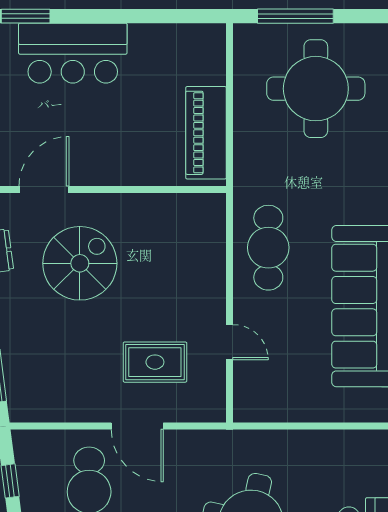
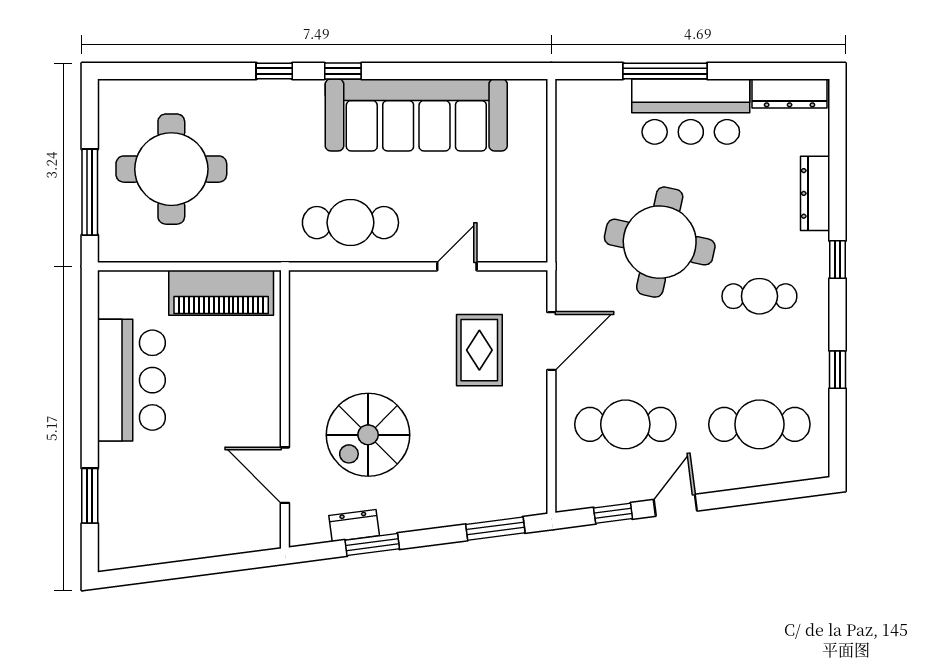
bar counter: (73, 53) -> (131, 380), moved
spiral stairs: (80, 263) -> (368, 435), turned -90
door: (137, 426) -> (551, 341), moved

